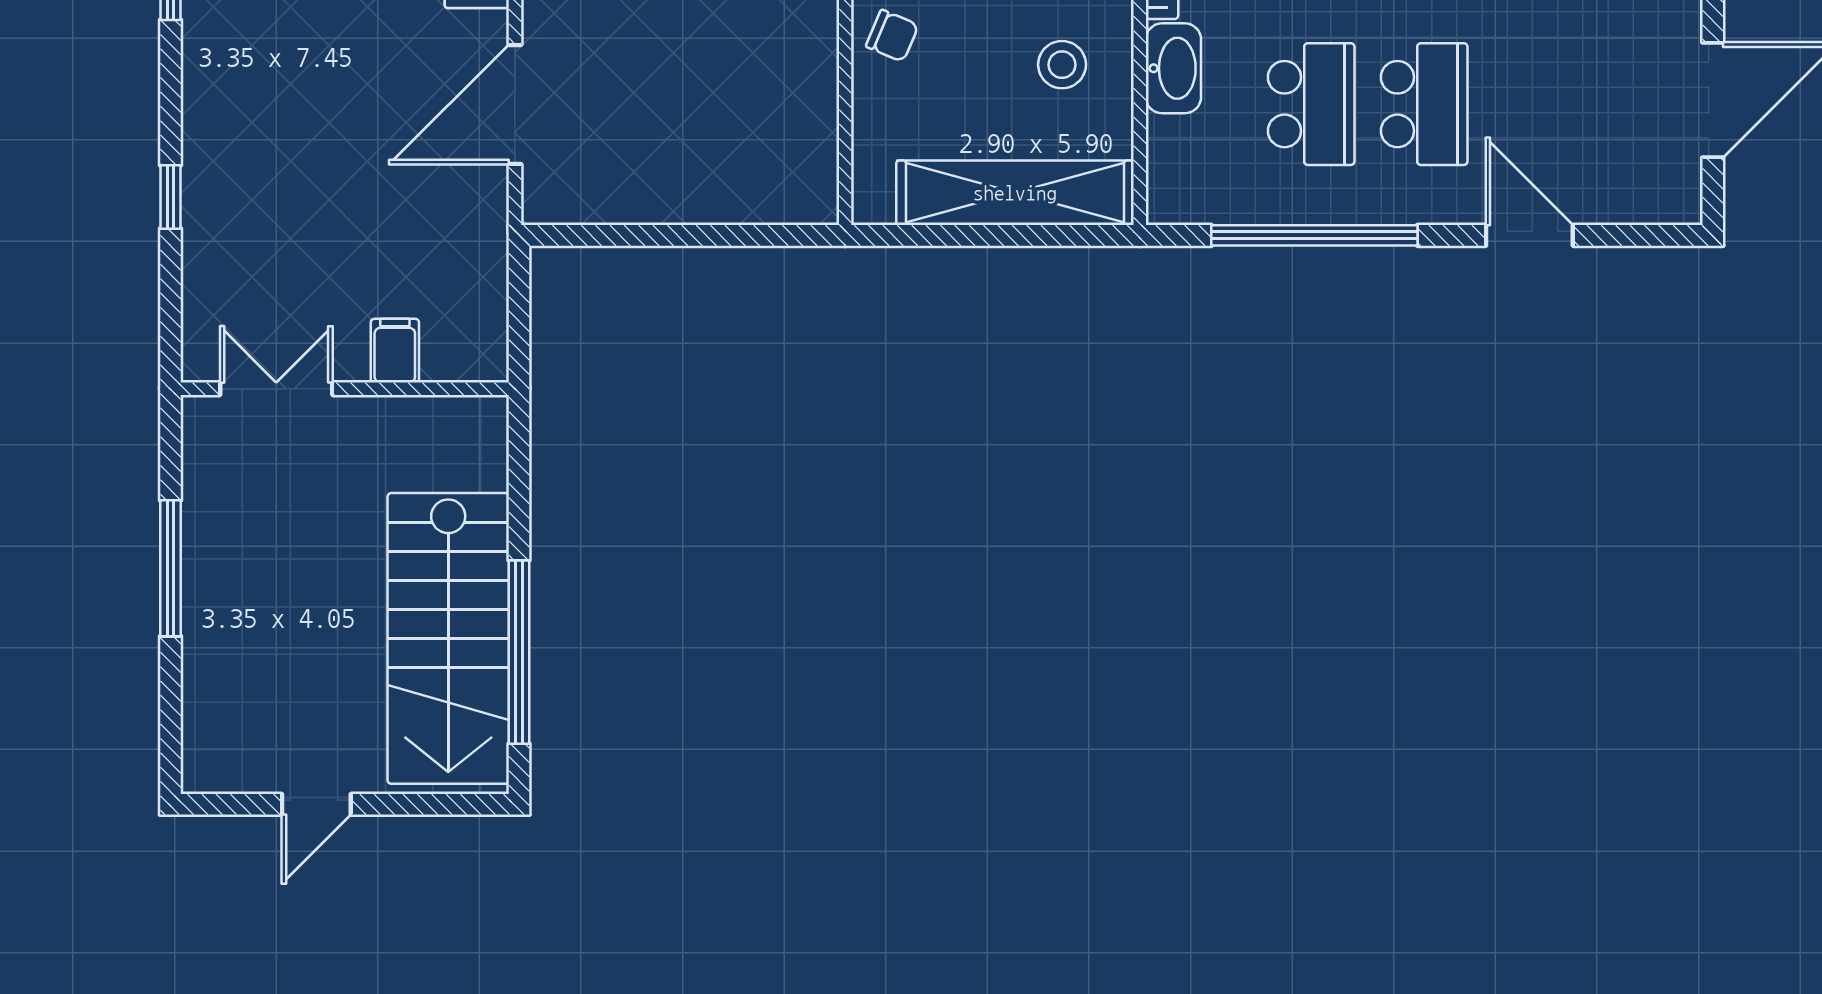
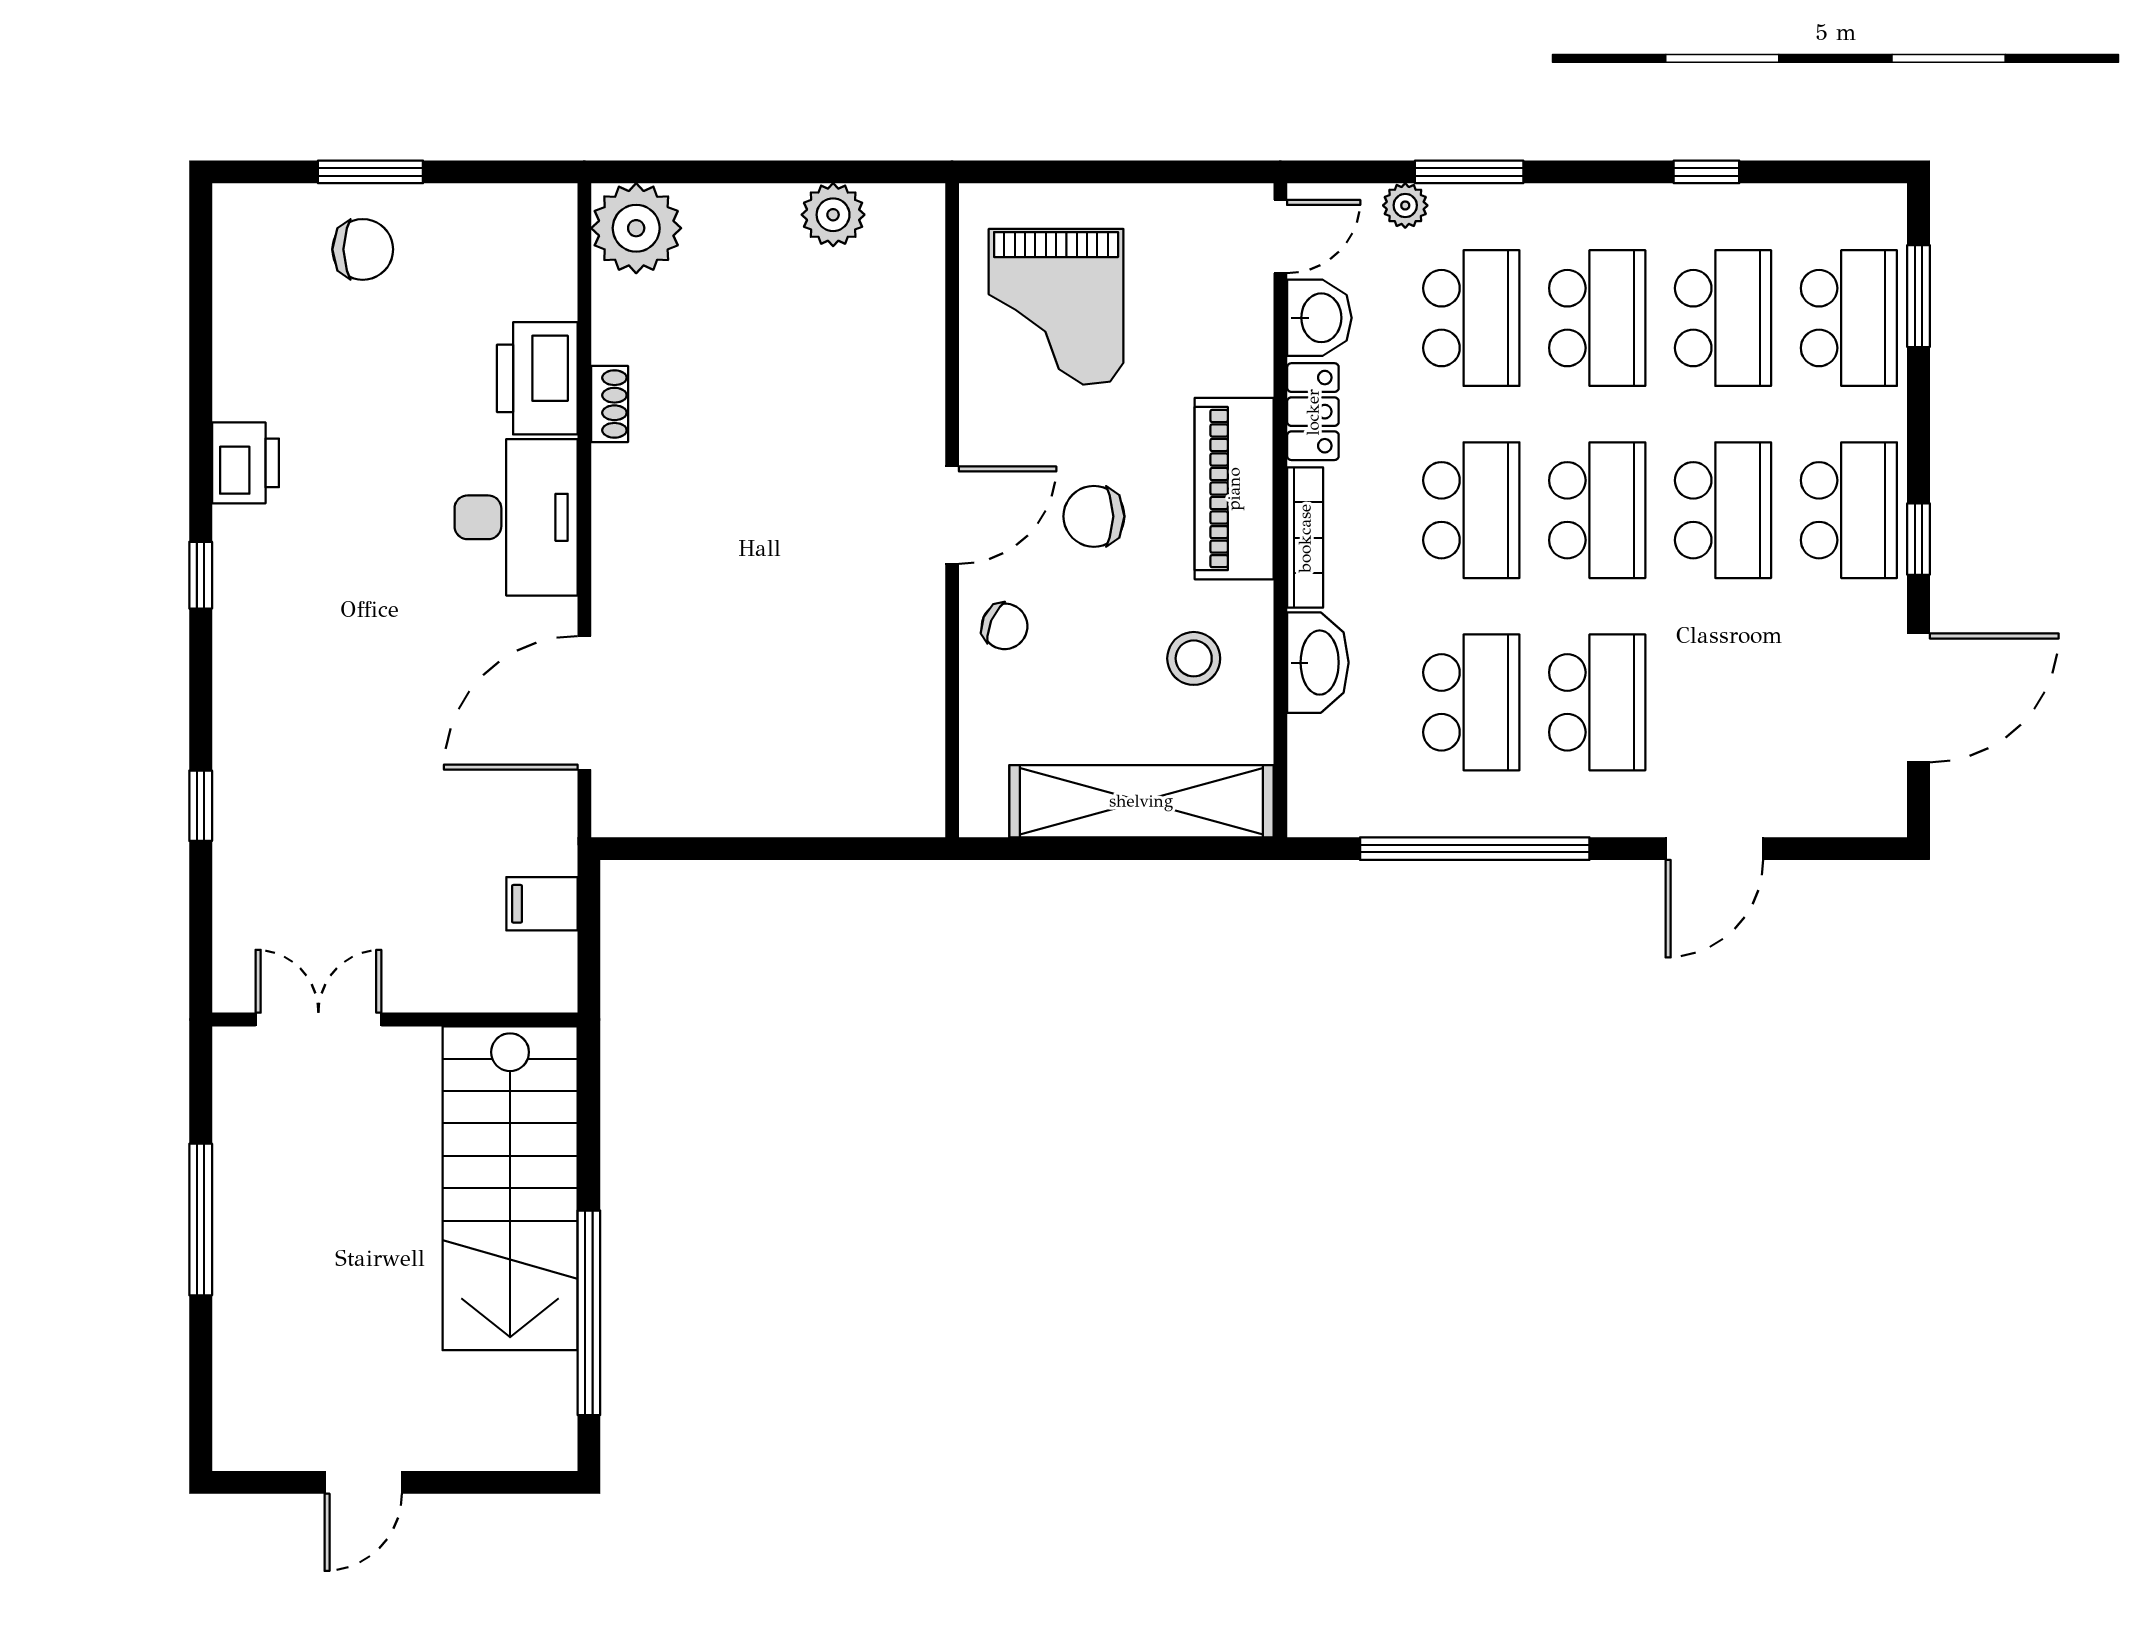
door: (1529, 235) -> (1714, 849), swing flipped
filing cabinet: (395, 351) -> (542, 904), moved, turned -90
stairs: (448, 638) -> (510, 1188), moved

